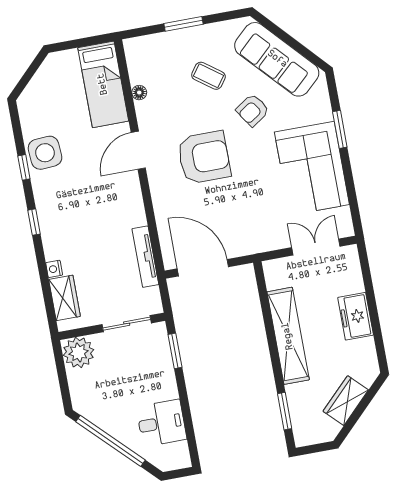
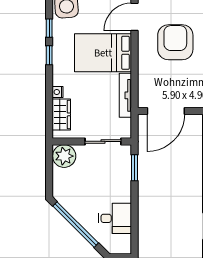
armchair: (204, 157) -> (175, 42), moved, turned -90
window: (24, 167) -> (49, 28), moved
bed: (105, 206) -> (103, 53), added
door: (203, 268) -> (166, 111), swing flipped

